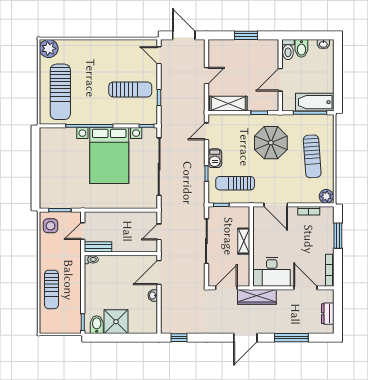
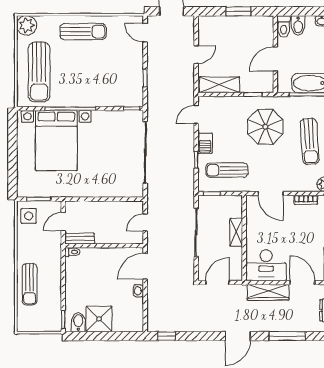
sun lounger: (130, 89) -> (83, 32), moved
bed with nightstands: (109, 156) -> (56, 141), moved
wardrobe: (257, 297) -> (268, 292), moved

